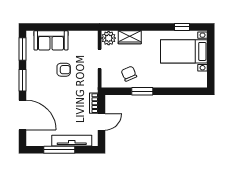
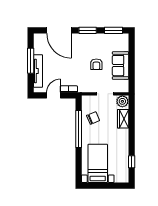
sofa: (51, 40) -> (121, 66), moved
bed with nightstands: (184, 51) -> (98, 163), moved
window: (142, 91) -> (79, 129), width x2.11
door: (23, 115) -> (59, 30), hinge flipped
door: (101, 122) -> (53, 95), swing flipped

